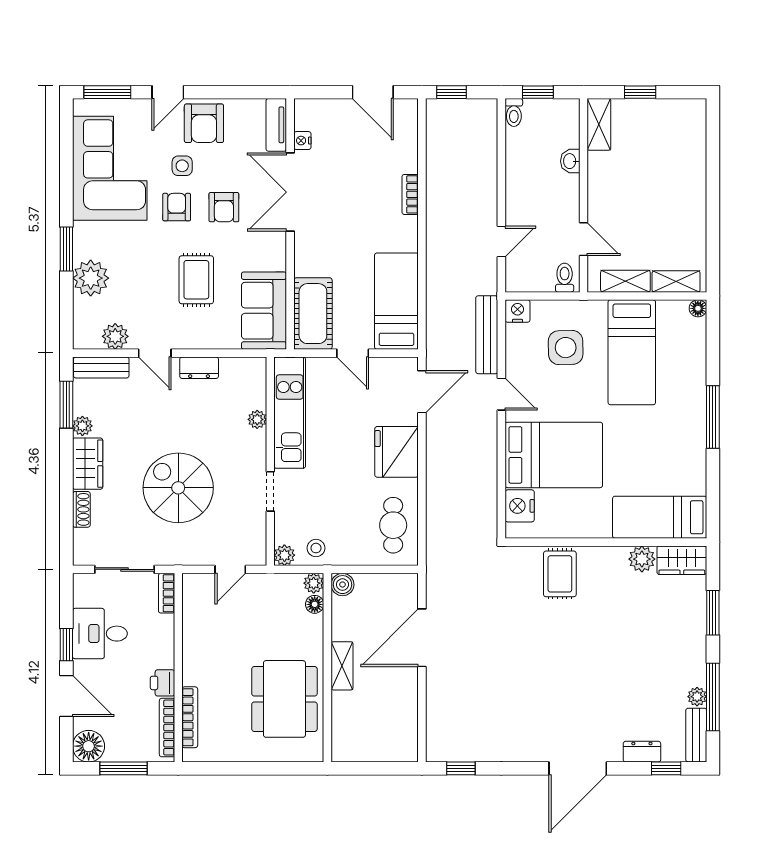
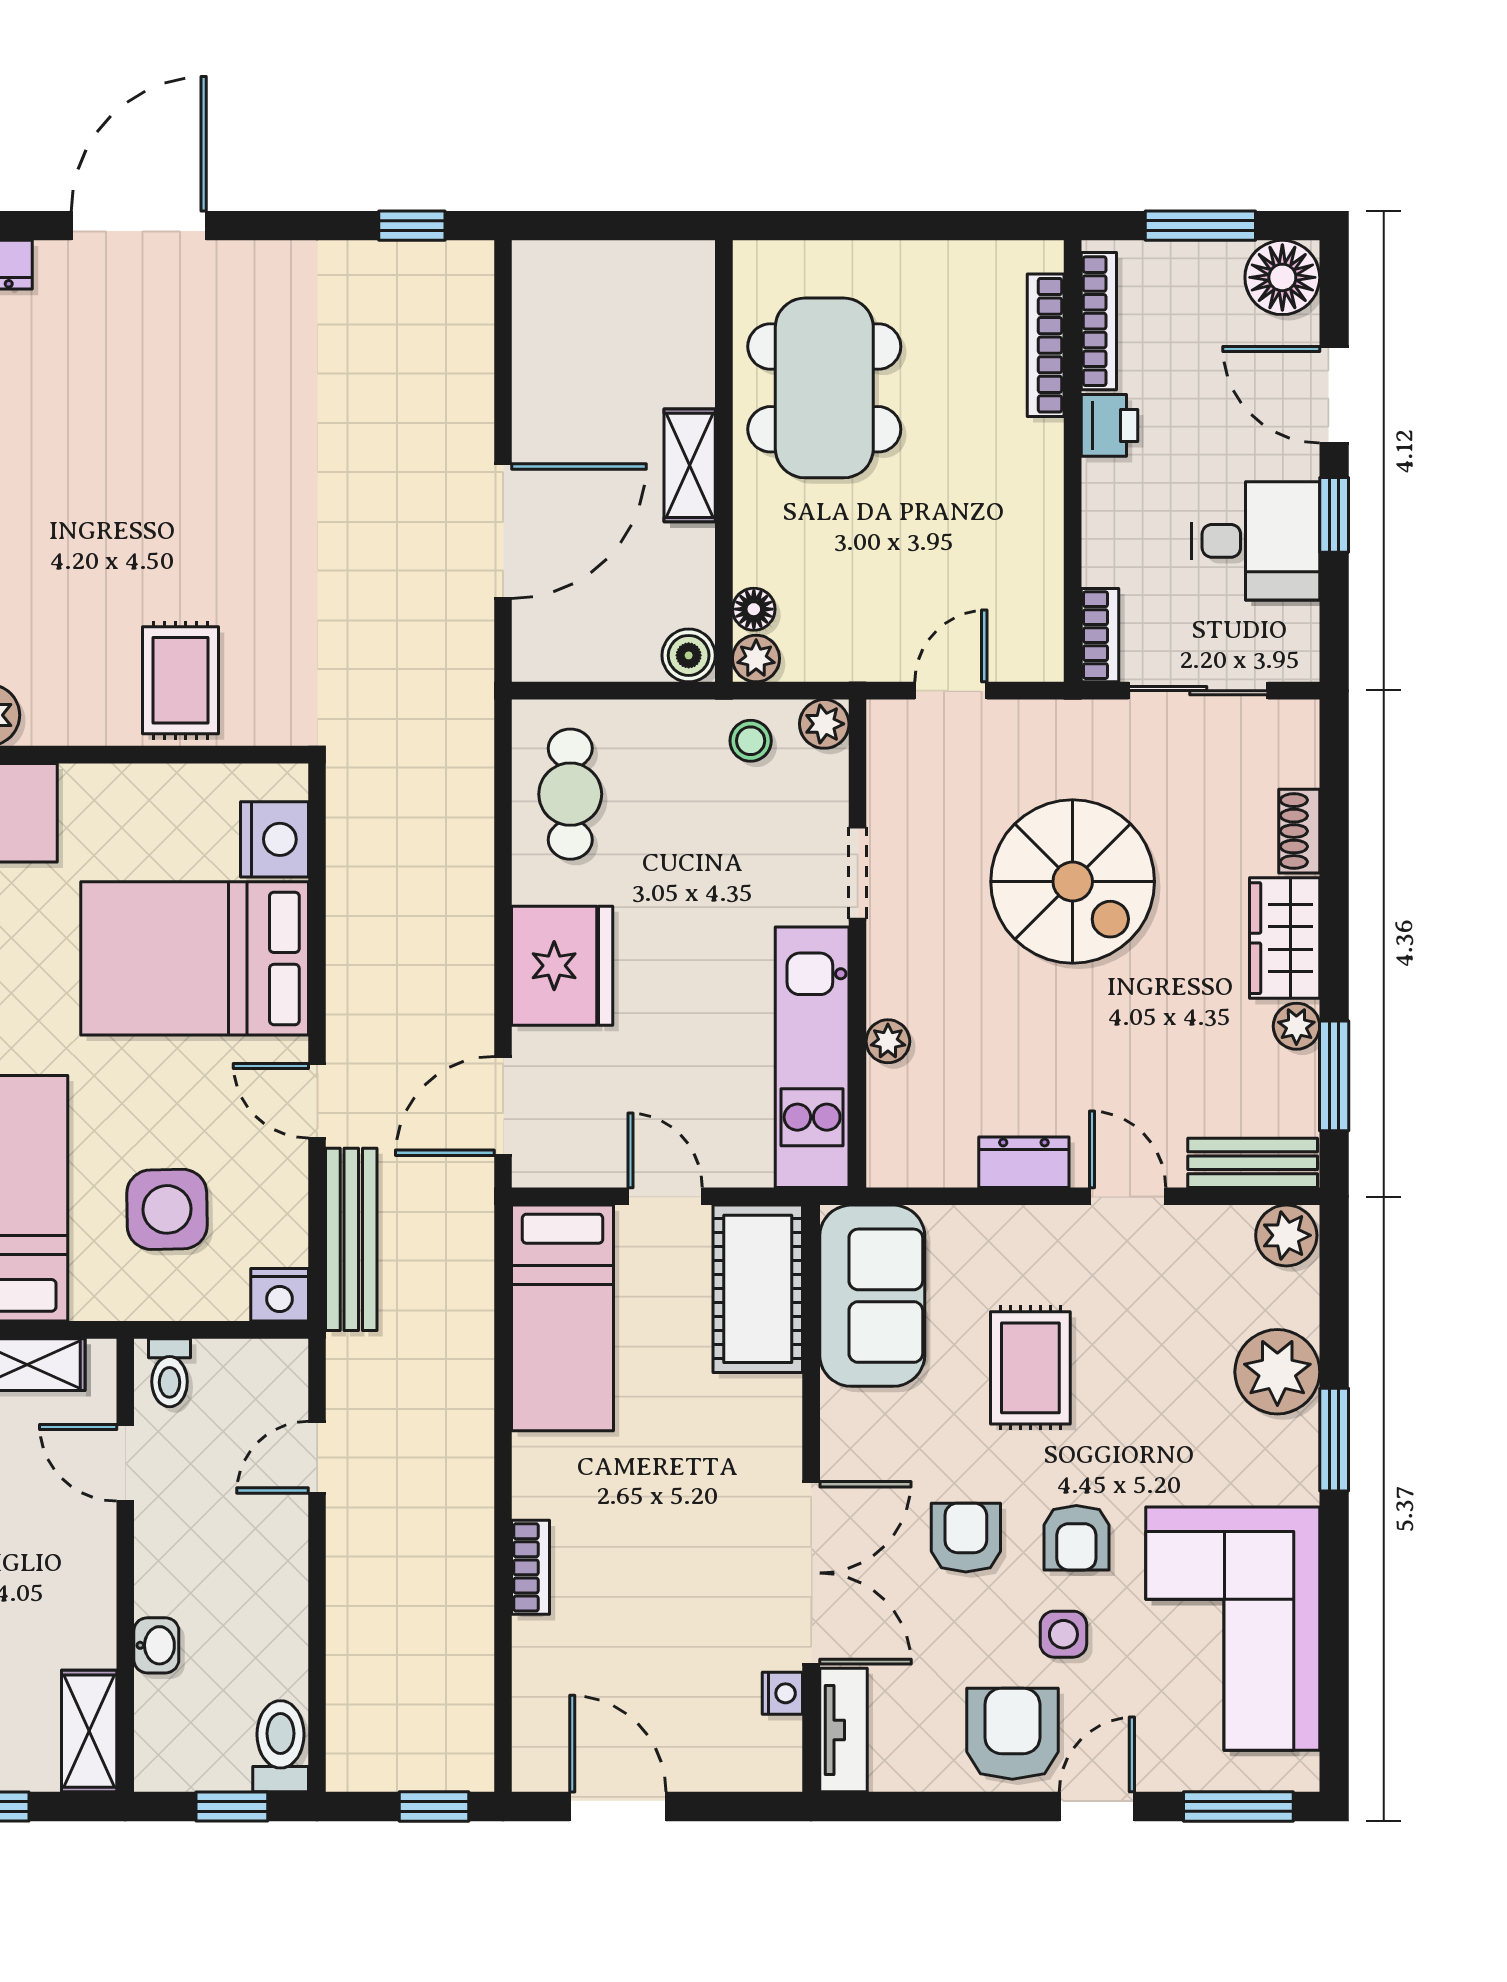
toilet: (514, 112) -> (281, 1746), width x1.37, depth x1.39
plant: (115, 336) -> (1286, 1235), moved

